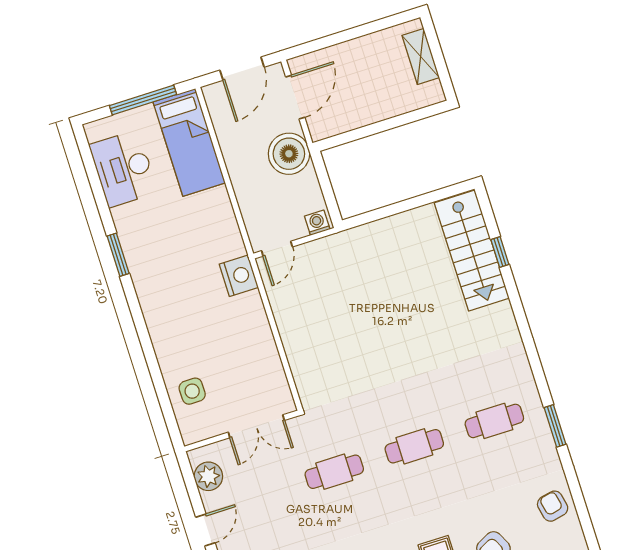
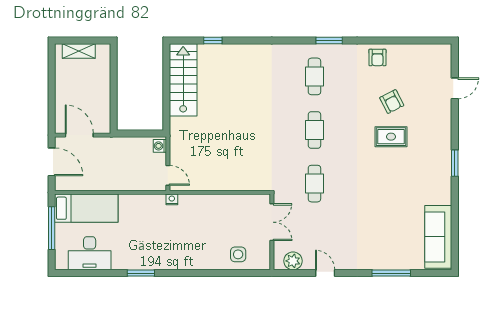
boiler: (289, 154) -> (112, 150), removed
stairs: (472, 250) -> (183, 80), moved, turned -90
nightstand: (239, 276) -> (172, 199), width x0.53, depth x0.56
armchair: (553, 506) -> (377, 57), turned -78

